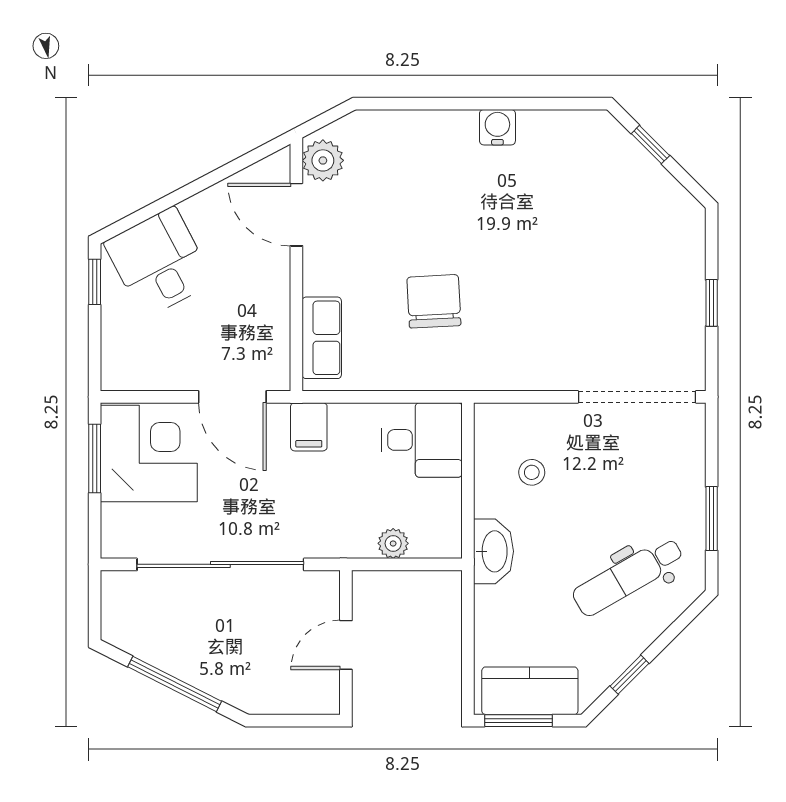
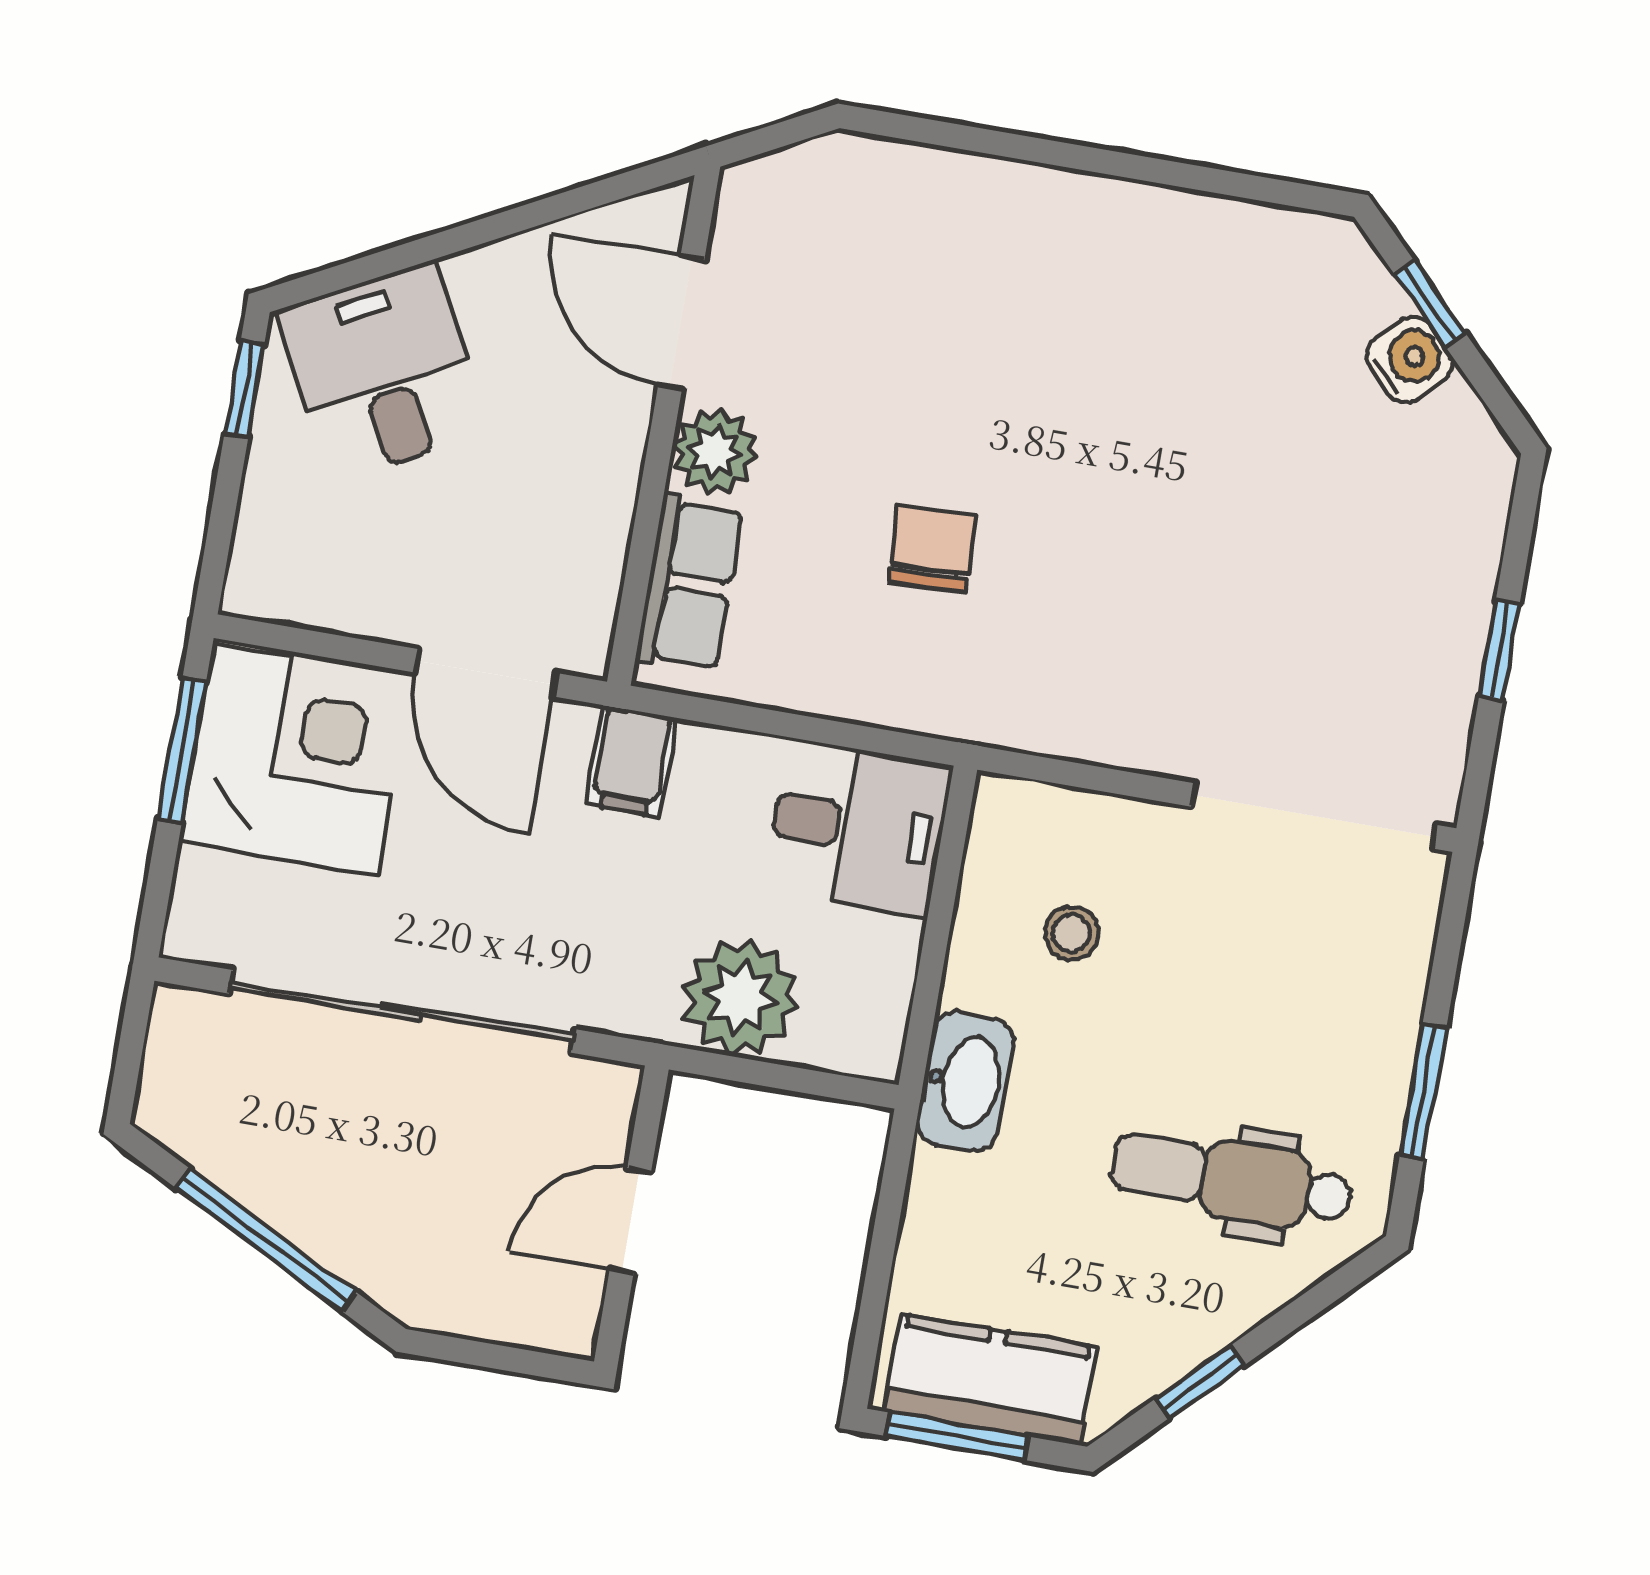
water cooler: (497, 127) -> (1410, 360), moved, turned 45
plant: (323, 160) -> (715, 452), moved
chair: (434, 301) -> (932, 548), width x0.73, depth x0.73
plant: (393, 543) -> (740, 998), width x1.88, depth x1.88
dental chair: (628, 576) -> (1232, 1180), turned 30

